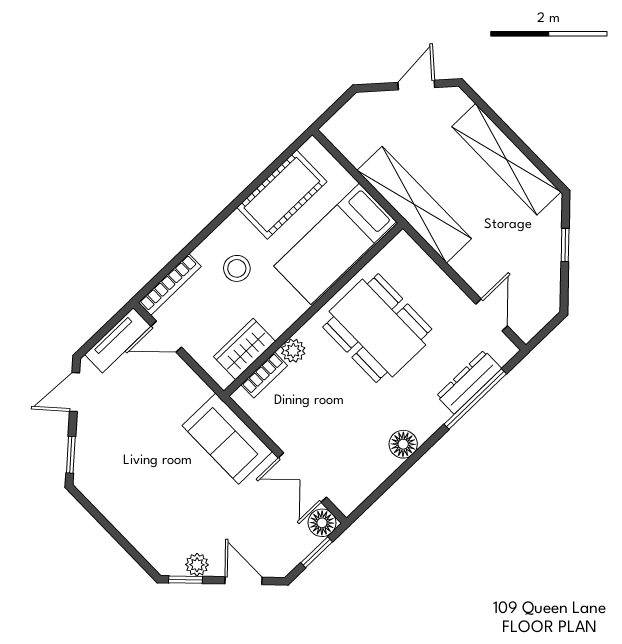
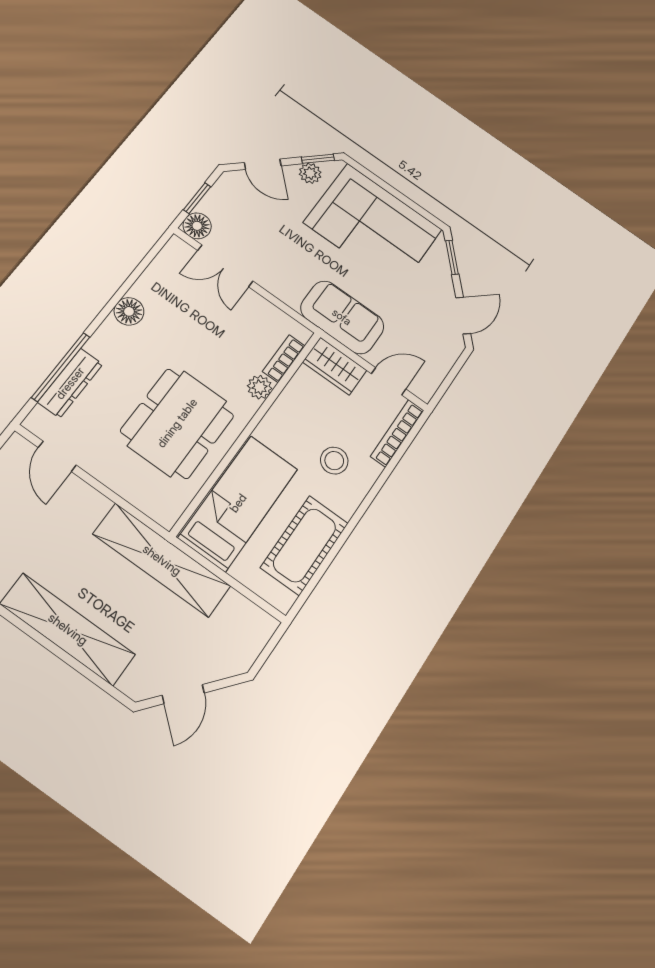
dining table: (377, 328) -> (177, 423), turned 90
tv unit: (118, 340) -> (435, 371), removed
wardrobe: (244, 349) -> (335, 366), moved, turned 90
sofa: (227, 439) -> (342, 317), moved
double door: (302, 477) -> (225, 266), swing flipped
corner sofa: (145, 499) -> (373, 226), added

